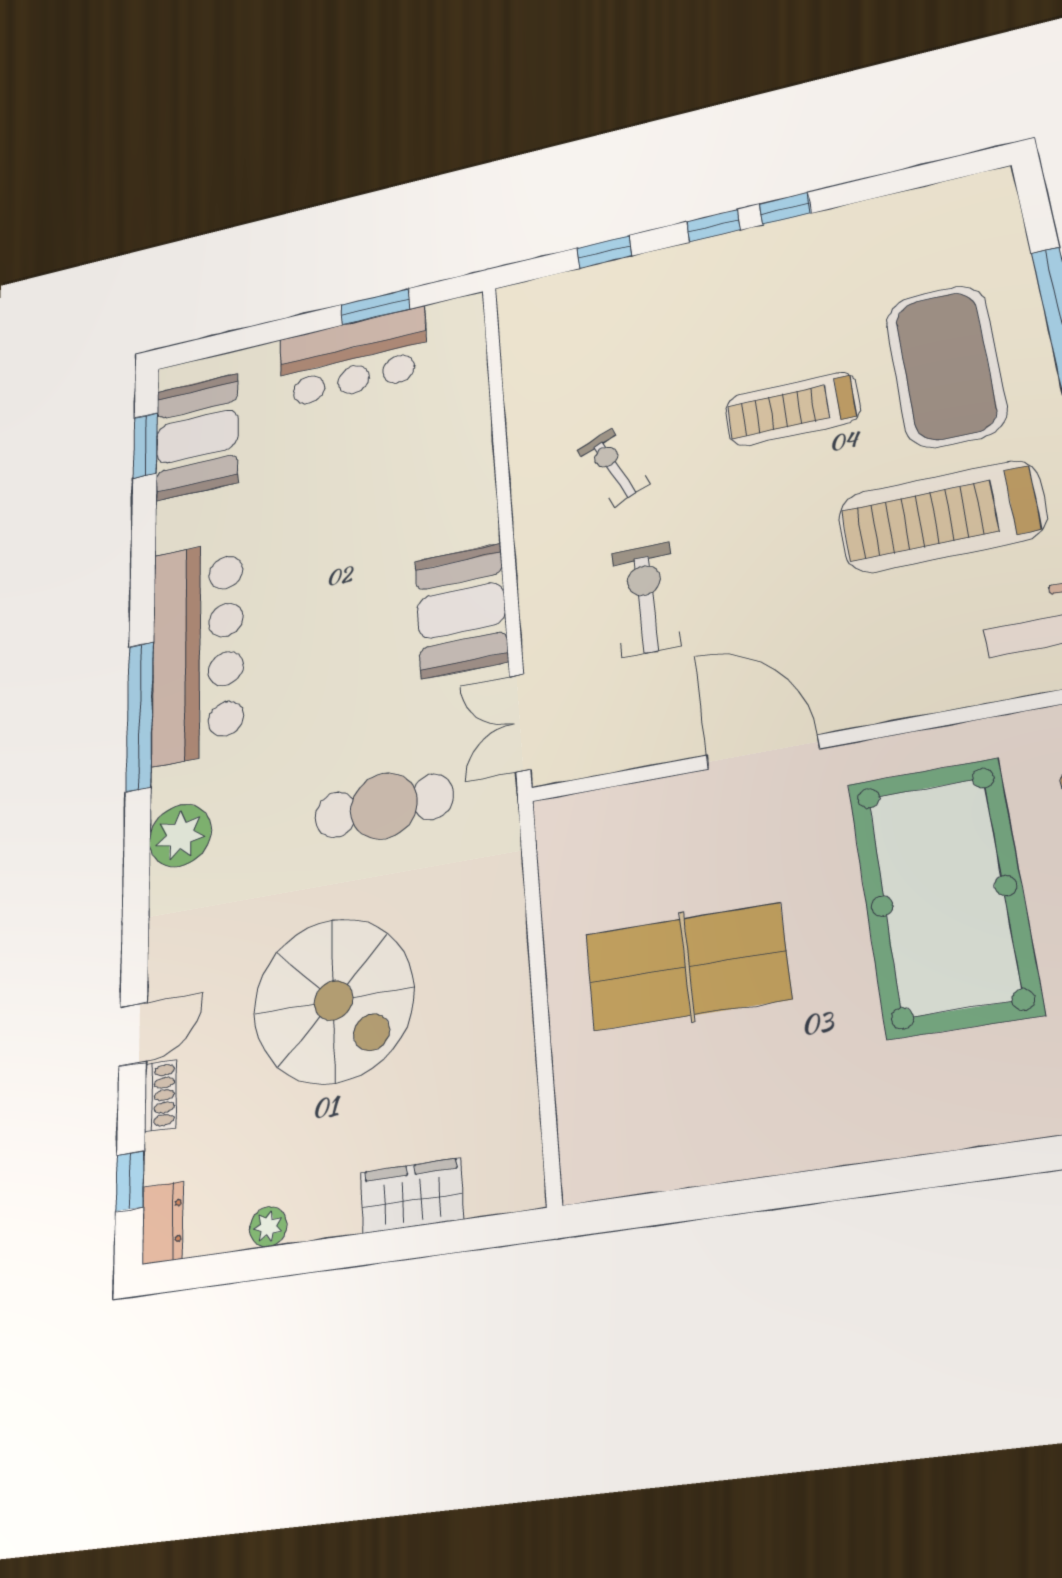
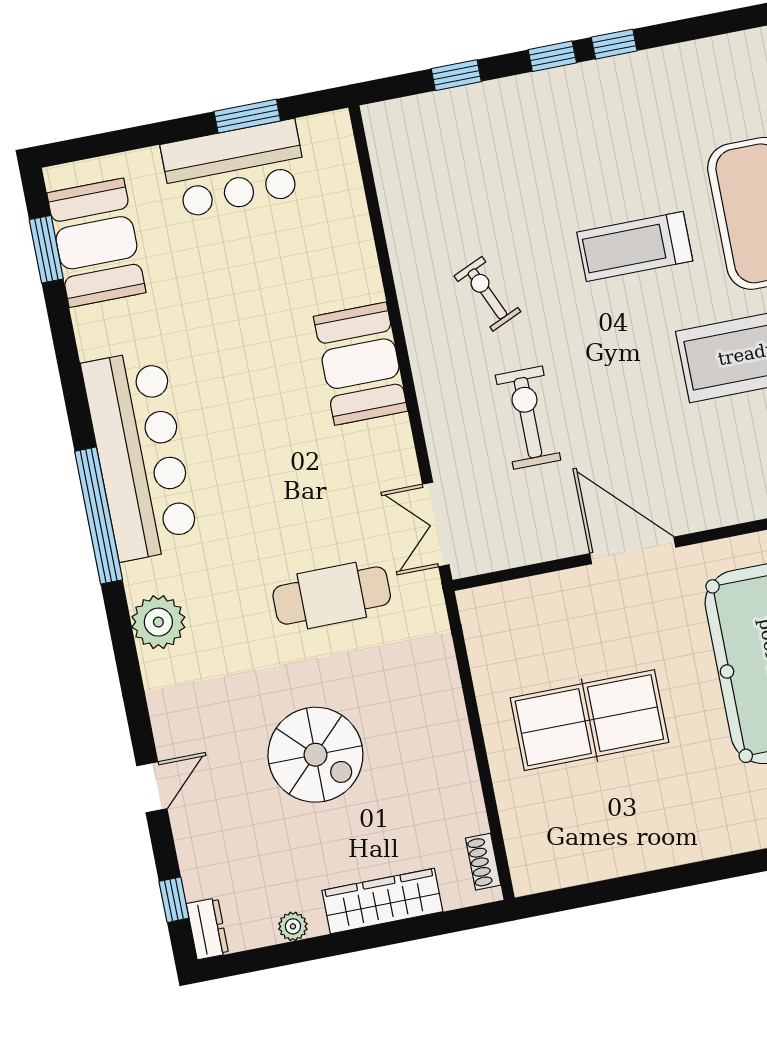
booth: (461, 611) -> (361, 364), moved
spiral stairs: (334, 1000) -> (315, 755), width x0.73, depth x0.73
shoe rack: (160, 1096) -> (483, 862), moved, turned 180
wardrobe: (412, 1196) -> (382, 901), width x1.50

